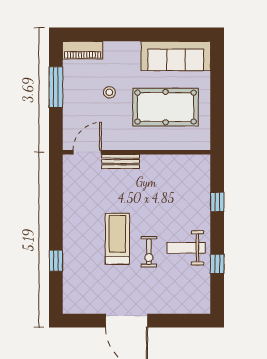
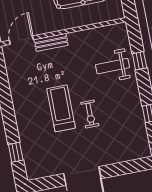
weight bench: (186, 248) -> (112, 66), moved
window: (56, 261) -> (16, 152), moved

